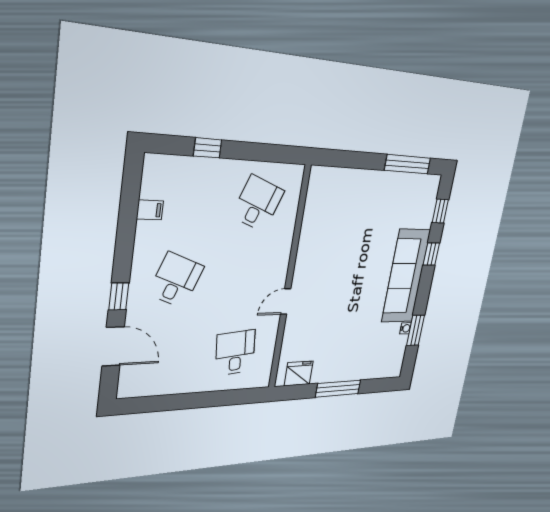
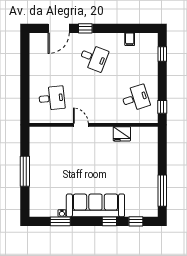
window: (208, 148) -> (162, 54), moved
window: (280, 154) -> (162, 107), added
desk: (258, 203) -> (135, 98), turned -39
fridge: (299, 373) -> (122, 134), moved, turned 90

